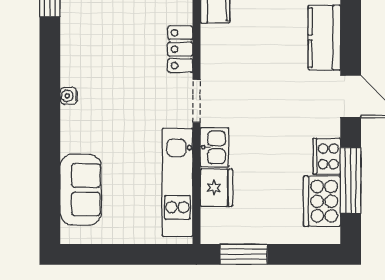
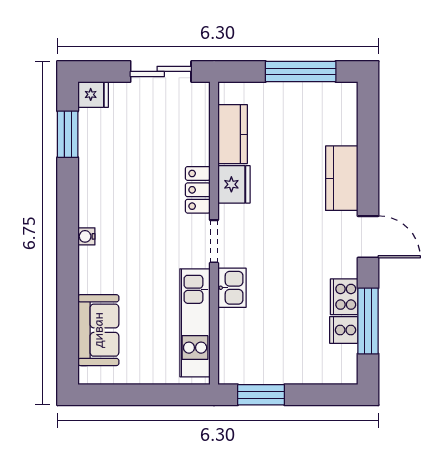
fridge: (216, 188) -> (234, 184), moved
cooker: (322, 201) -> (344, 330), width x0.53, depth x0.76

